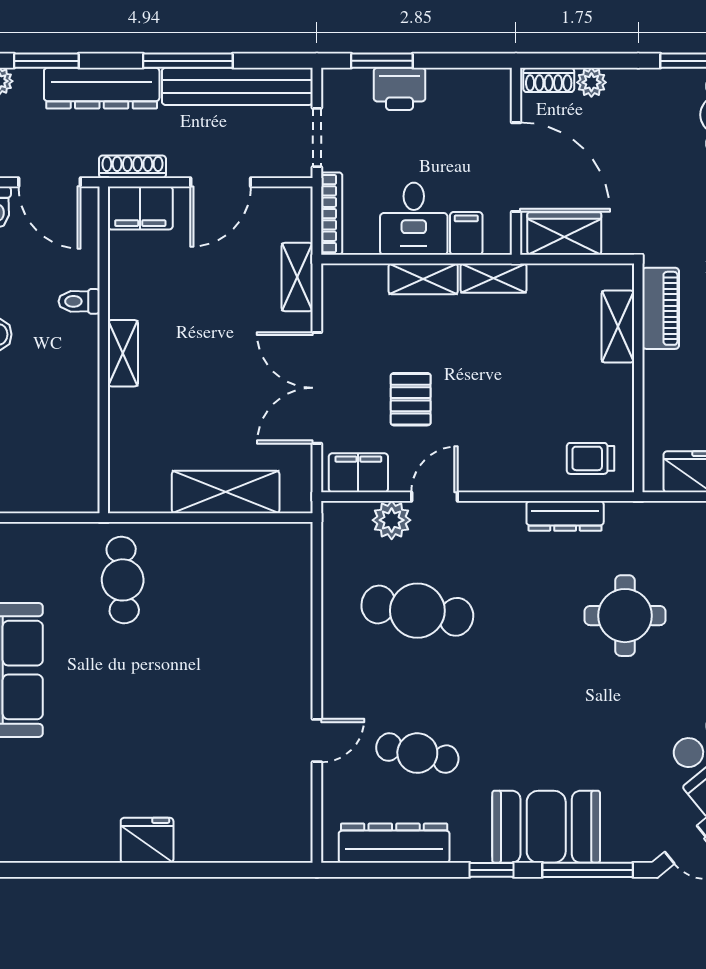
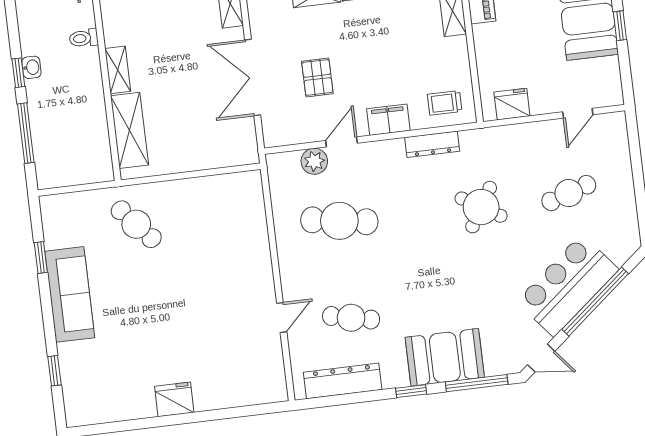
filing cabinet: (358, 473) -> (388, 120), moved
shelving: (226, 492) -> (130, 130), moved, turned 90
cafe table: (123, 580) -> (136, 224), turned -38
round table: (625, 616) -> (481, 207), turned 31

